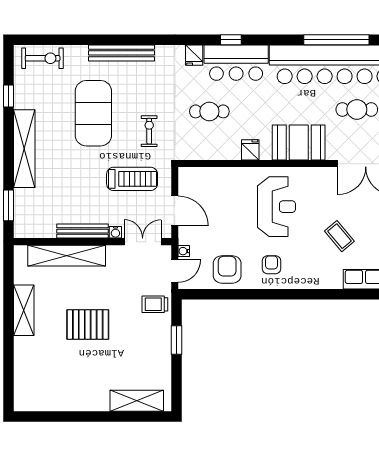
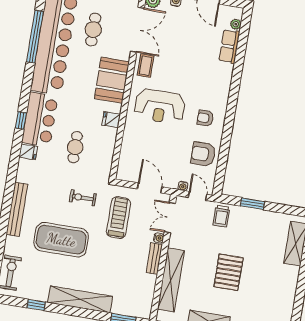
reception desk: (277, 207) -> (160, 106), turned 180
door: (175, 211) -> (150, 188), hinge flipped
bench: (82, 231) -> (154, 259), width x0.73
coffee table: (339, 236) -> (146, 66), moved, turned -50

